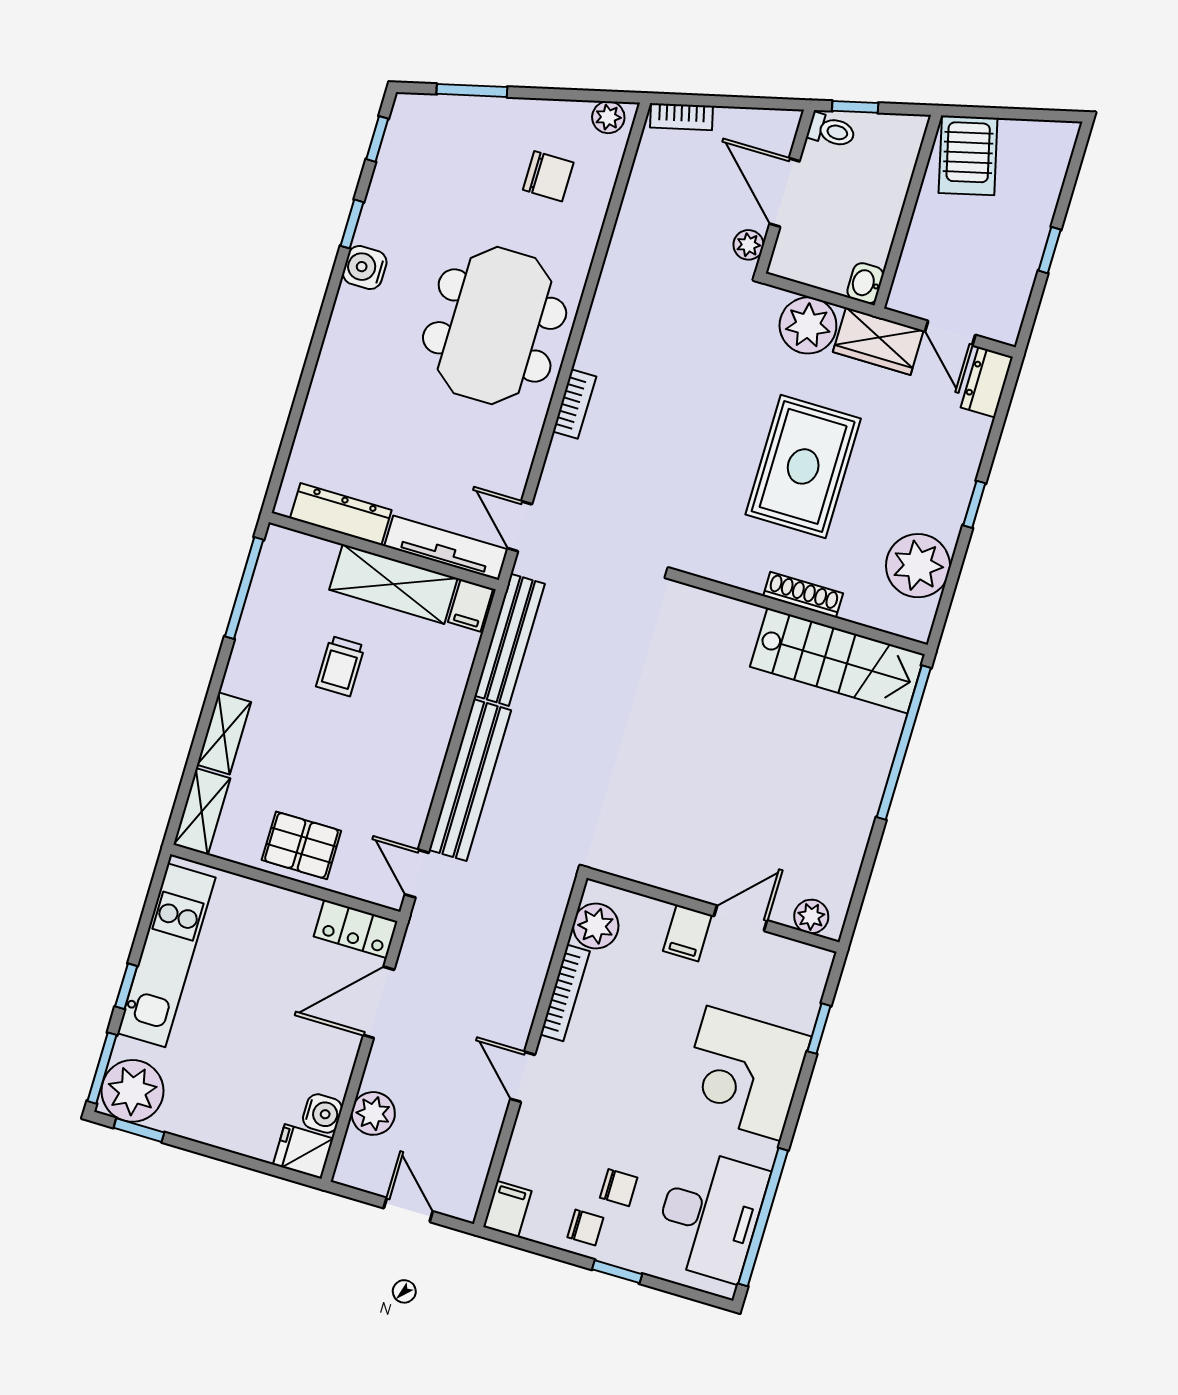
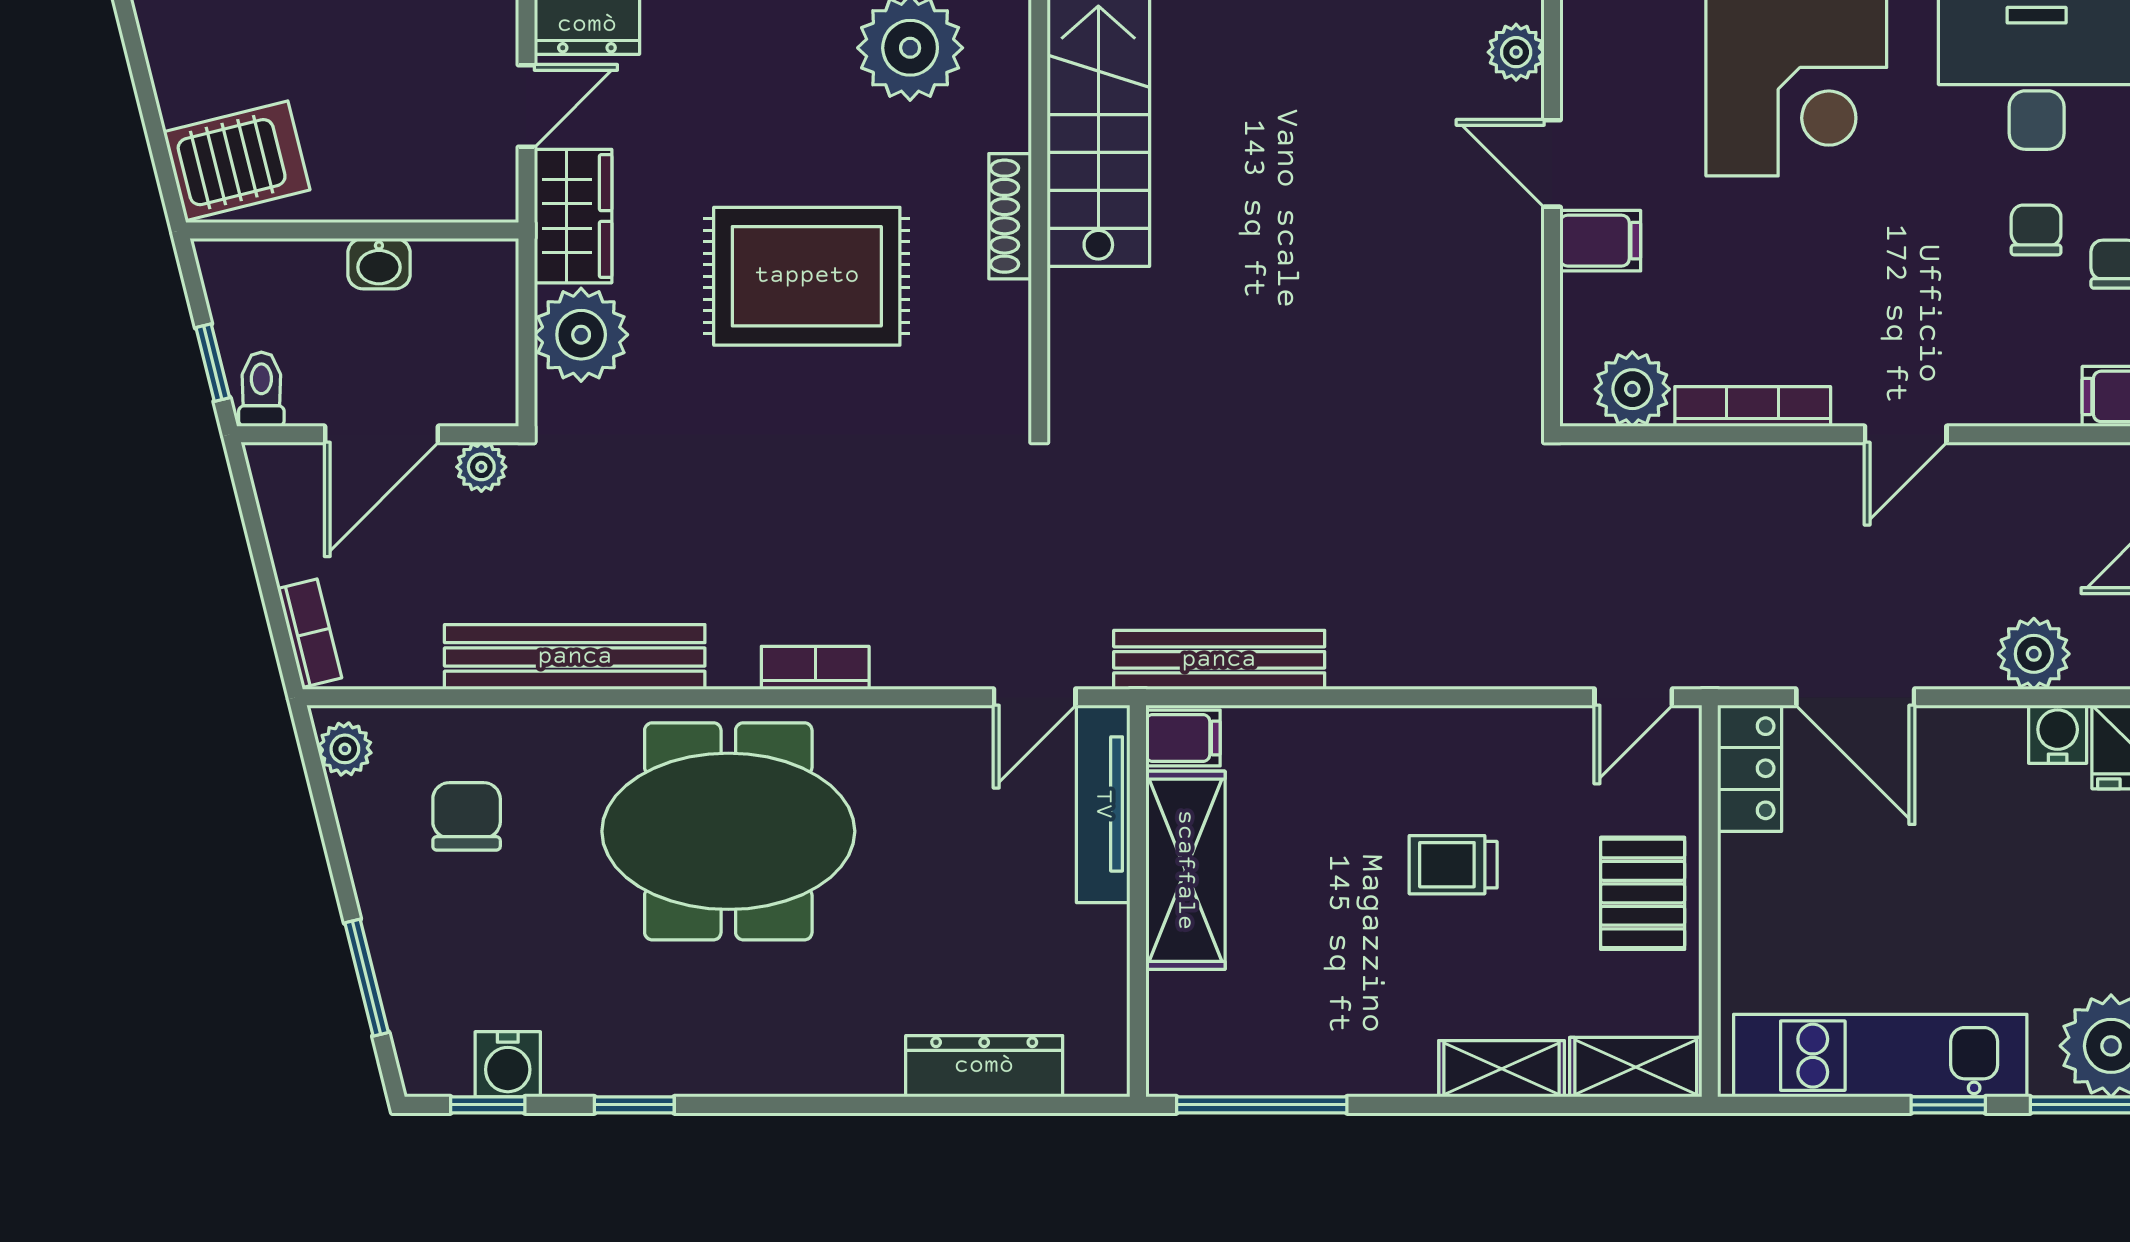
water cooler: (365, 268) -> (508, 1064), moved
washbasin: (865, 283) -> (379, 264), moved
dresser: (341, 514) -> (984, 1066), moved, turned 90
trolley: (340, 666) -> (1453, 865), moved, turned 180
bench: (470, 780) -> (575, 657), moved

